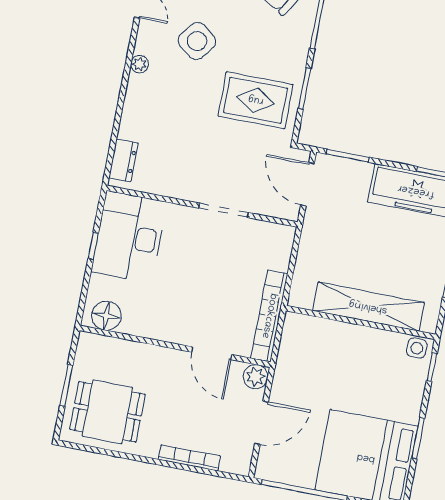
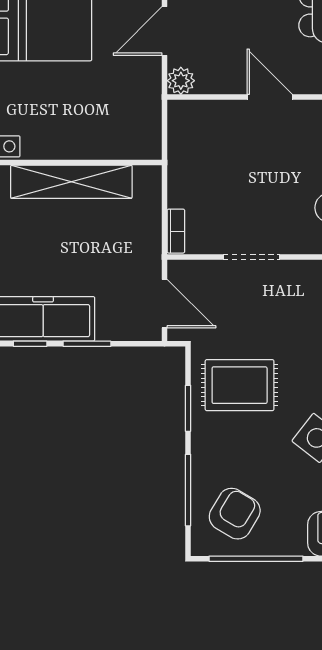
window: (348, 156) -> (87, 344), moved
bookcase: (269, 316) -> (176, 231), moved, width x0.43, depth x0.76
door: (212, 353) -> (270, 97), moved

